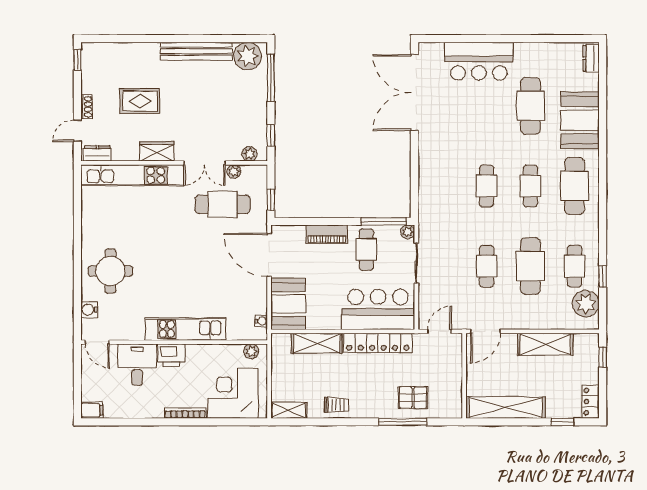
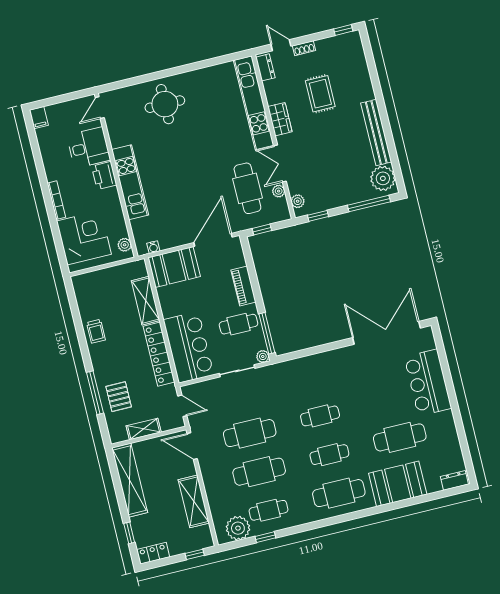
cafe table: (487, 266) -> (250, 433), width x1.37, depth x1.35
water cooler: (89, 310) -> (126, 94), removed
shelving: (289, 410) -> (144, 429), moved, turned 90

